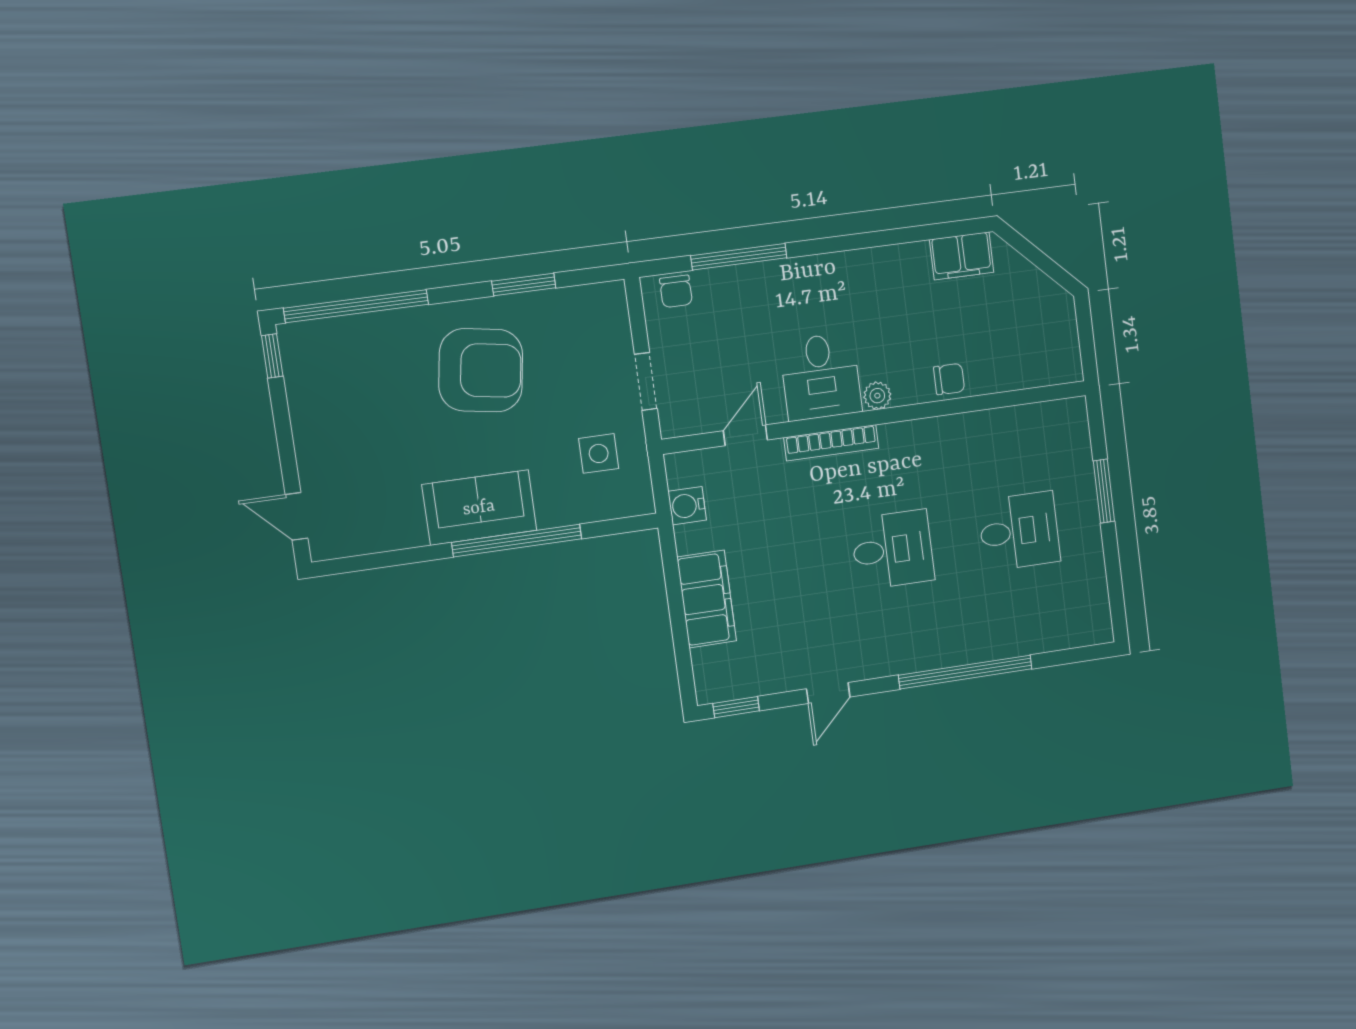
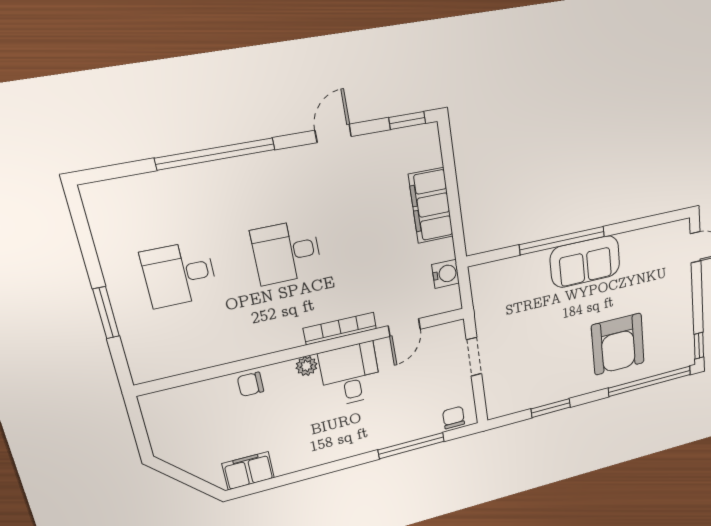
armchair: (481, 370) -> (618, 344), moved, turned -99
side table: (599, 453) -> (506, 305), removed

